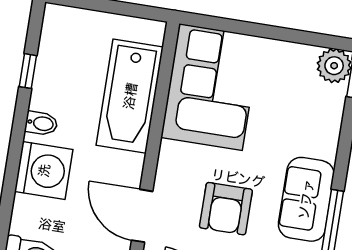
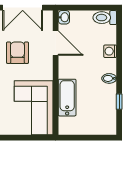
bathtub: (130, 96) -> (67, 98), width x0.73, depth x0.73
washing machine: (44, 170) -> (110, 51), width x0.53, depth x0.53

